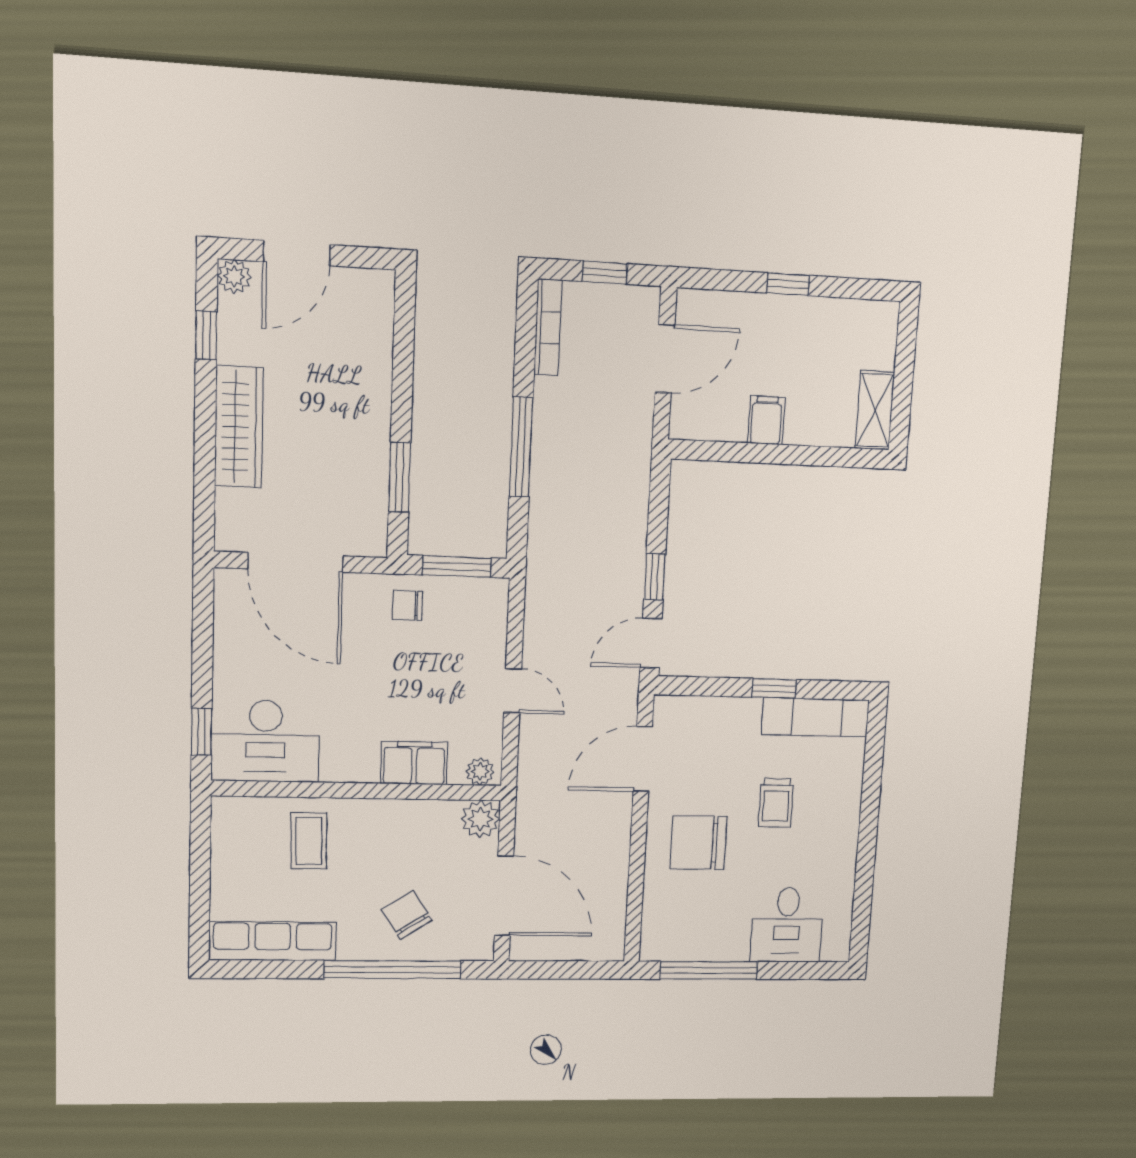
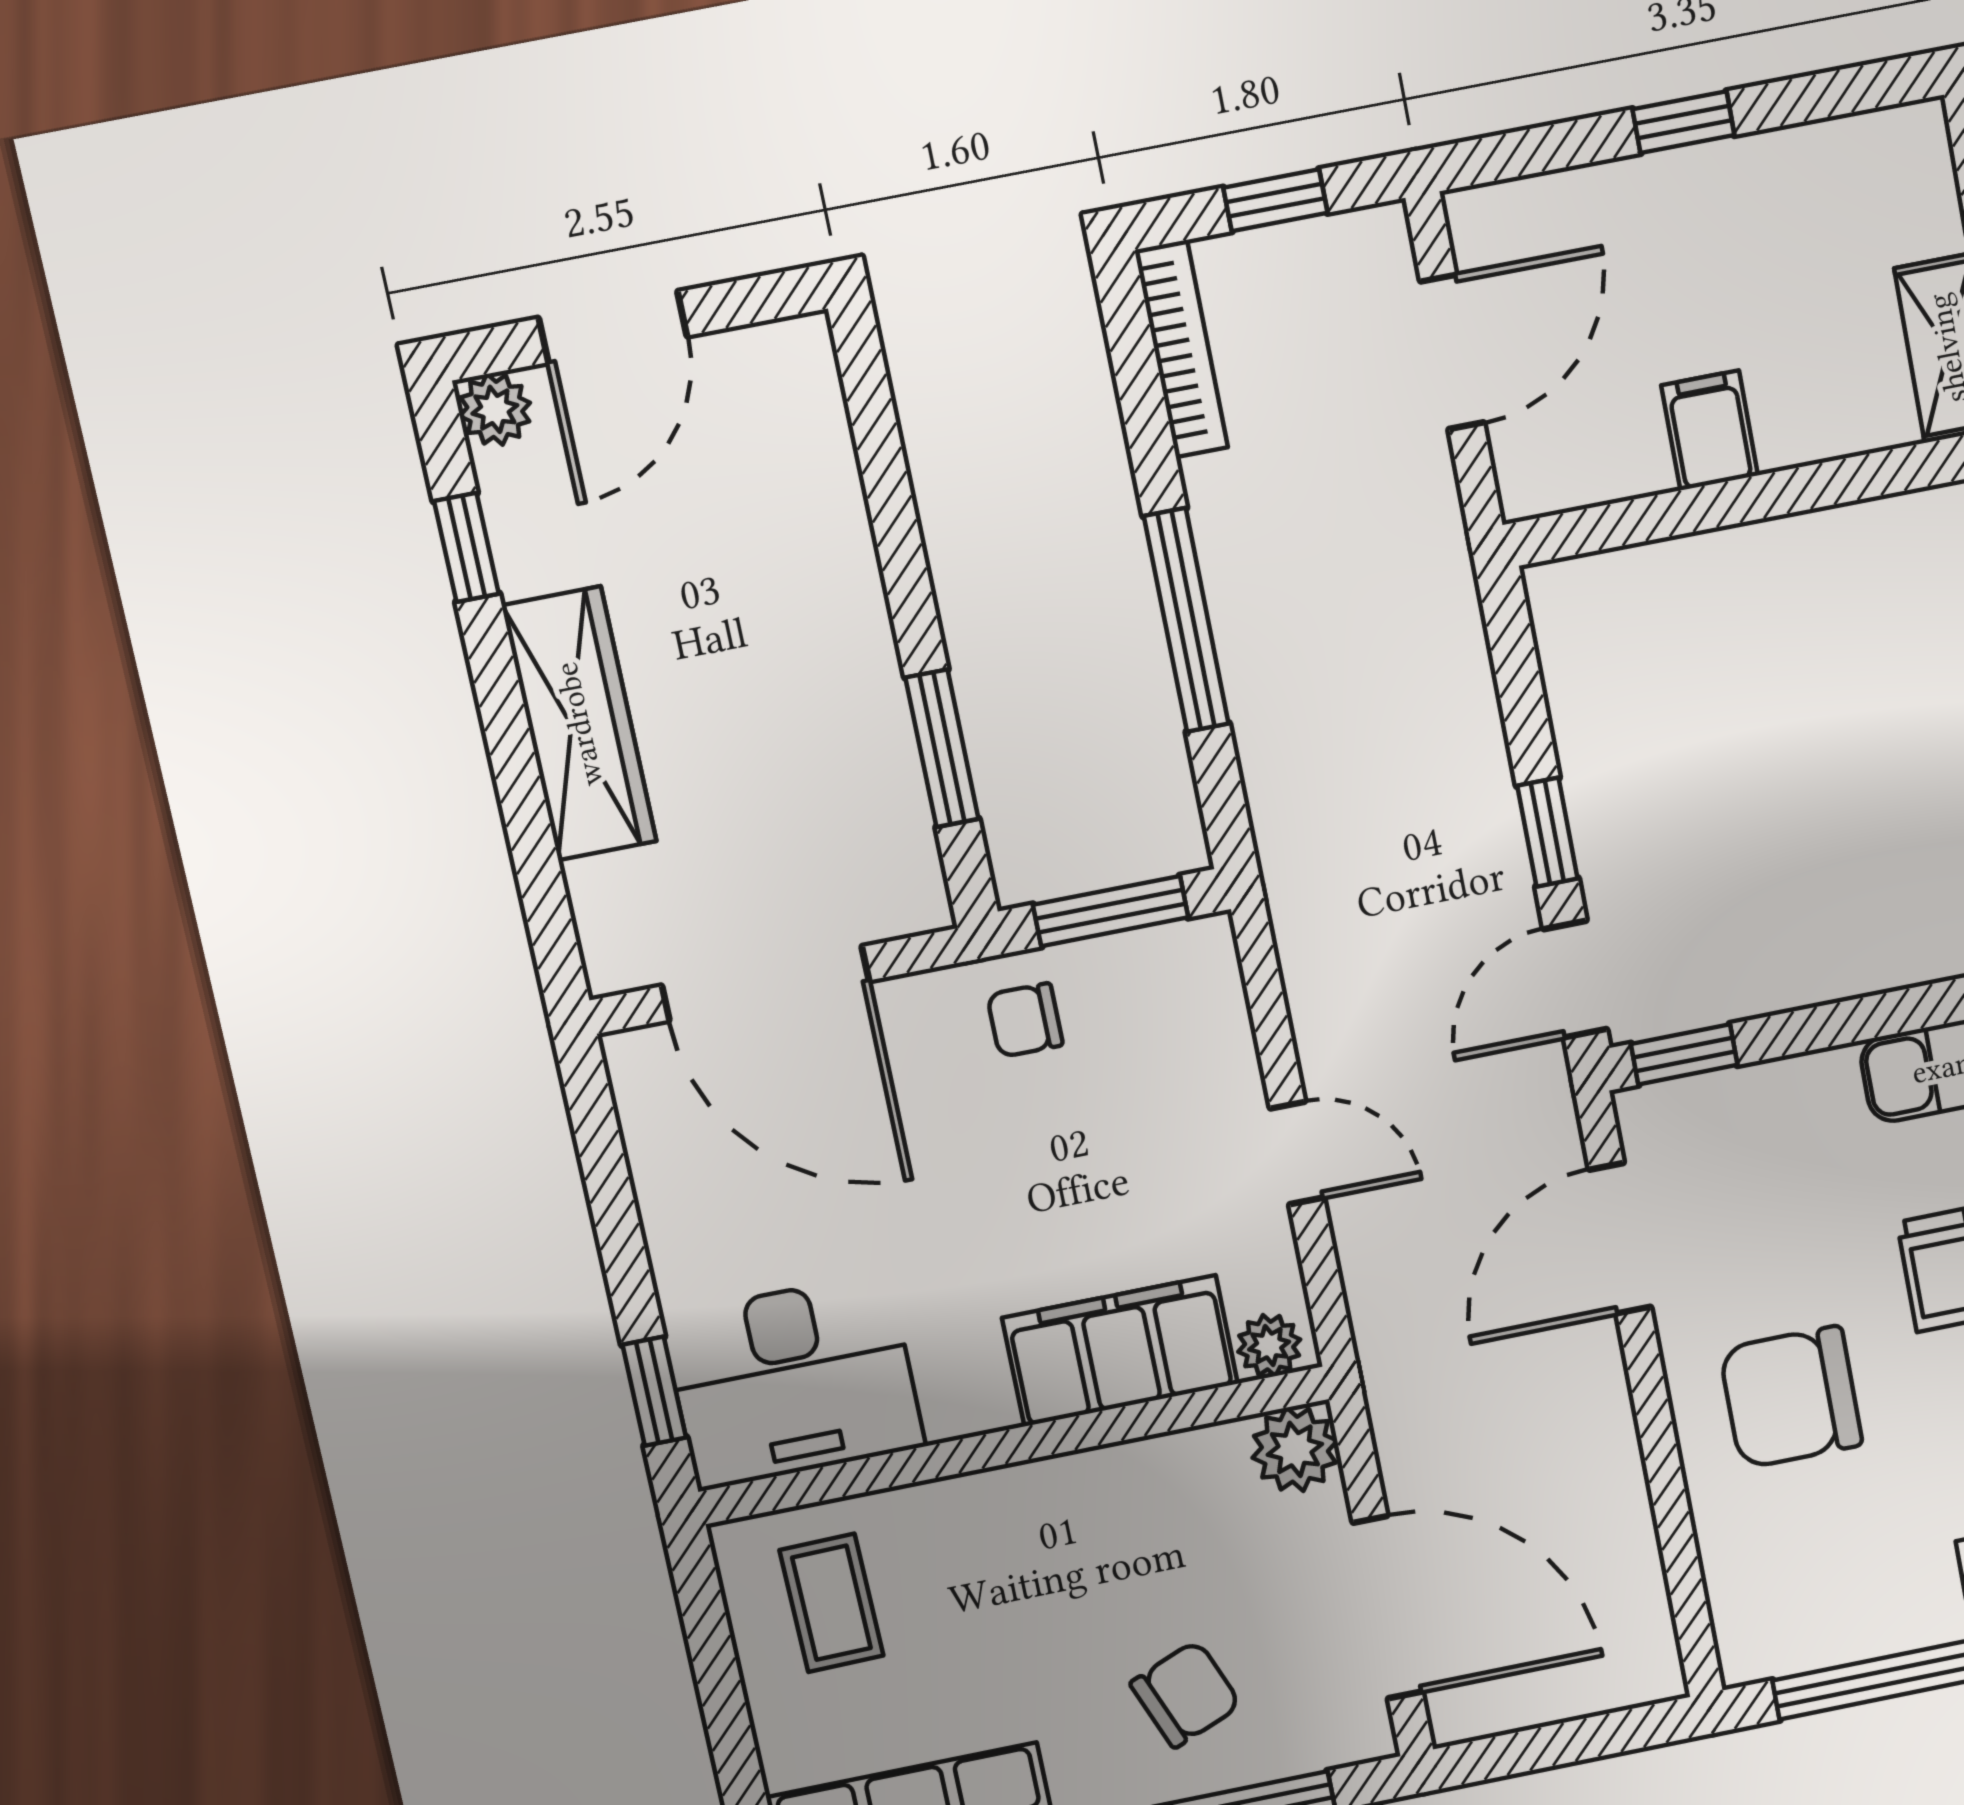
window: (774, 688) -> (1684, 1054), moved
filing cabinet: (414, 763) -> (1120, 1351), width x1.50, depth x1.17
coffee table: (309, 841) -> (831, 1603), moved
chair: (407, 915) -> (1186, 1694), turned 101

